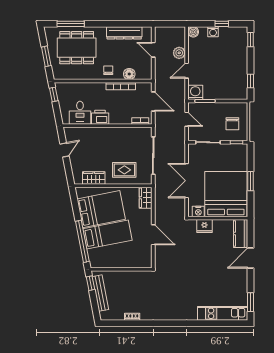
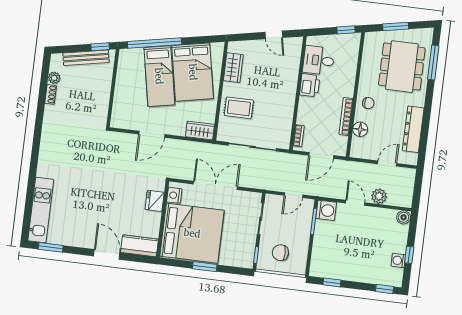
washing machine: (213, 32) -> (398, 260), moved
rug: (124, 170) -> (239, 108), turned 90
plant: (119, 316) -> (54, 78), added

